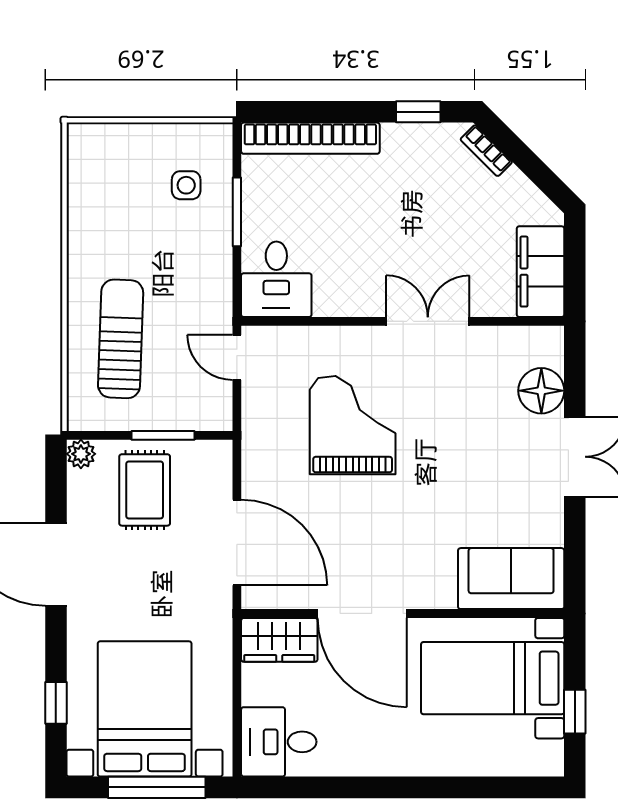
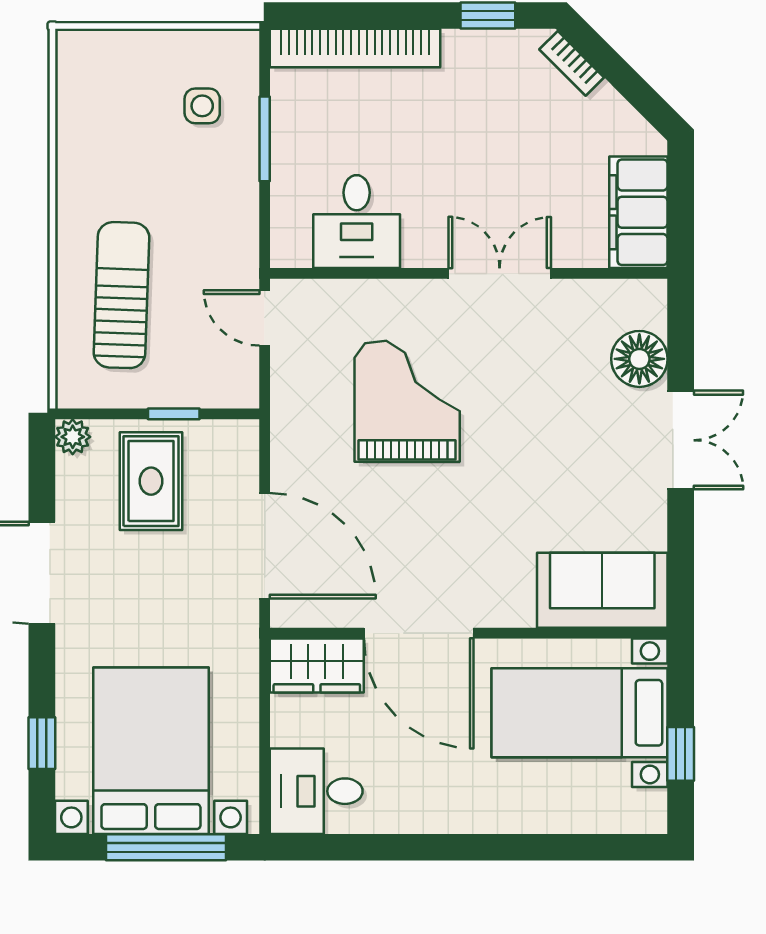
desk: (276, 279) -> (357, 222), moved
window: (163, 435) -> (174, 414), width x0.67

